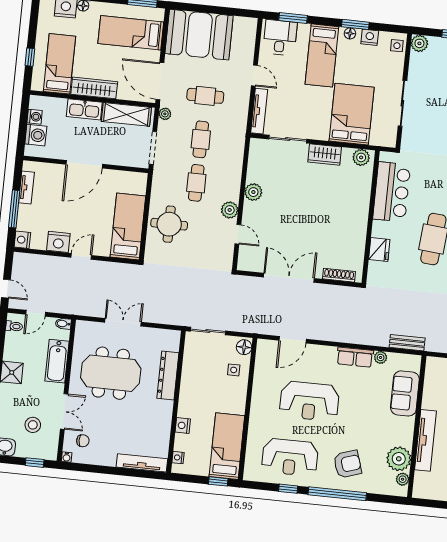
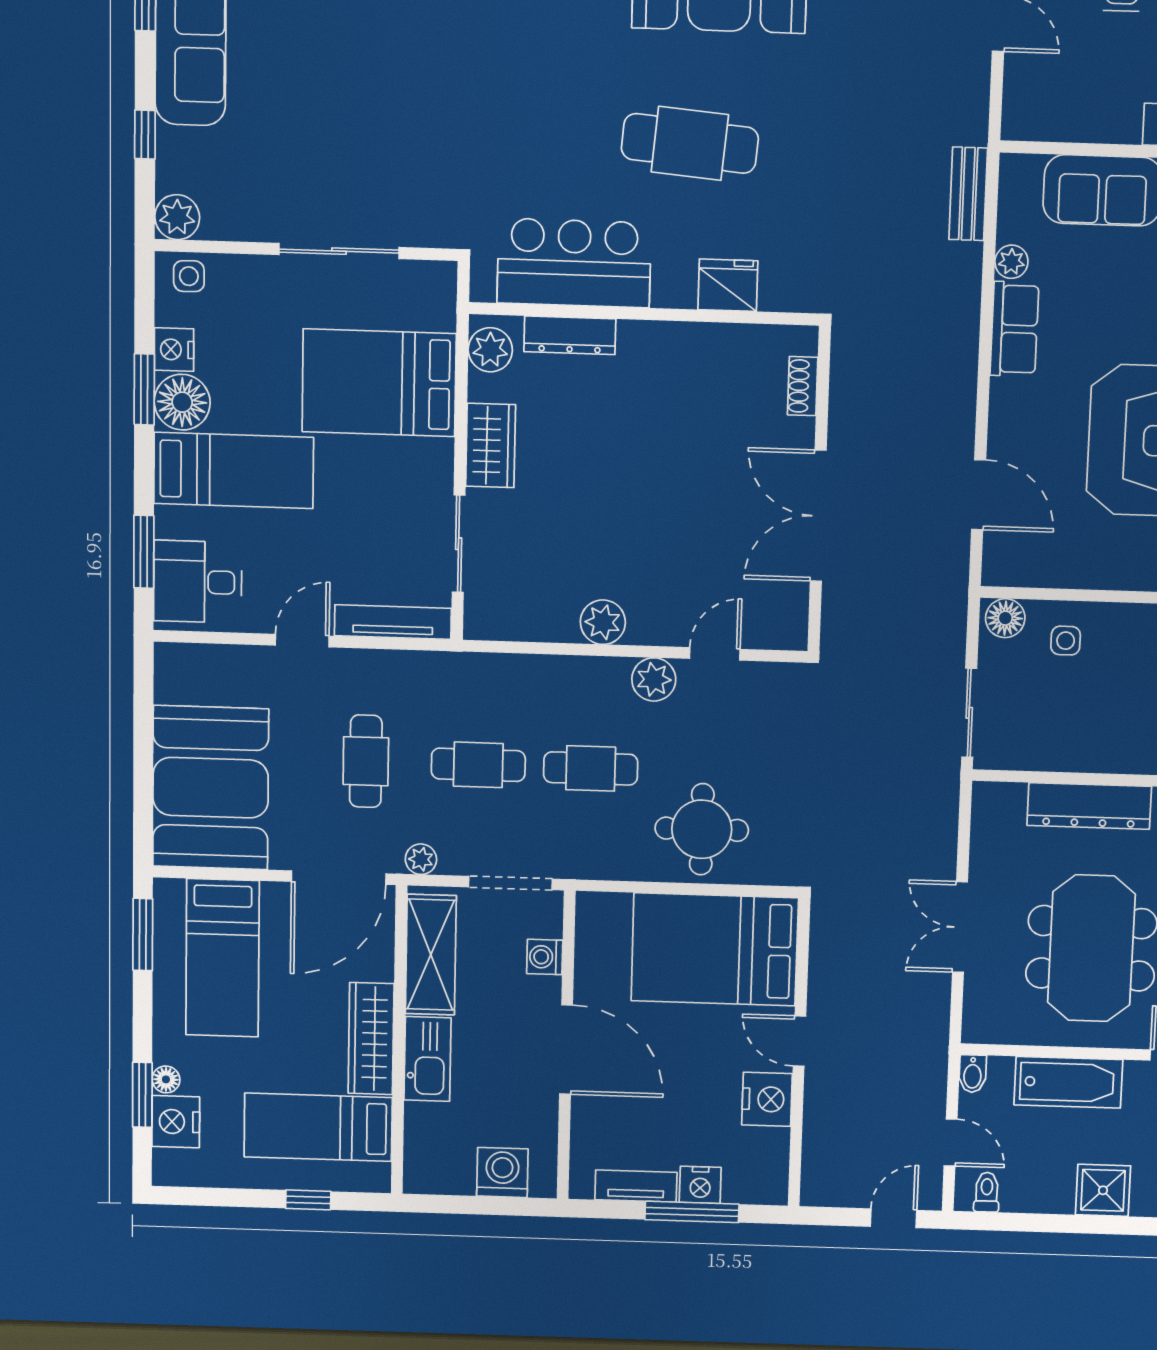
floor lamp: (350, 33) -> (182, 402), width x1.89, depth x1.89
washing machine: (35, 117) -> (545, 957), moved, turned -90
dresser: (364, 188) -> (570, 335), added
bed: (128, 226) -> (715, 949), width x1.50
nightstand: (22, 240) -> (700, 1185), moved
shoe rack: (339, 275) -> (803, 386), width x0.70

